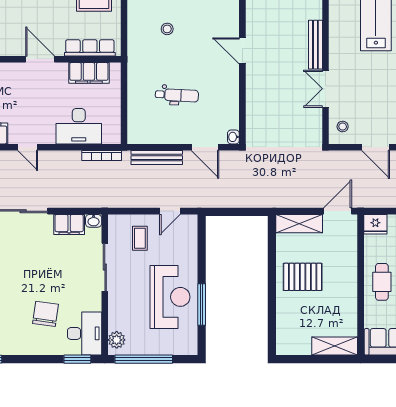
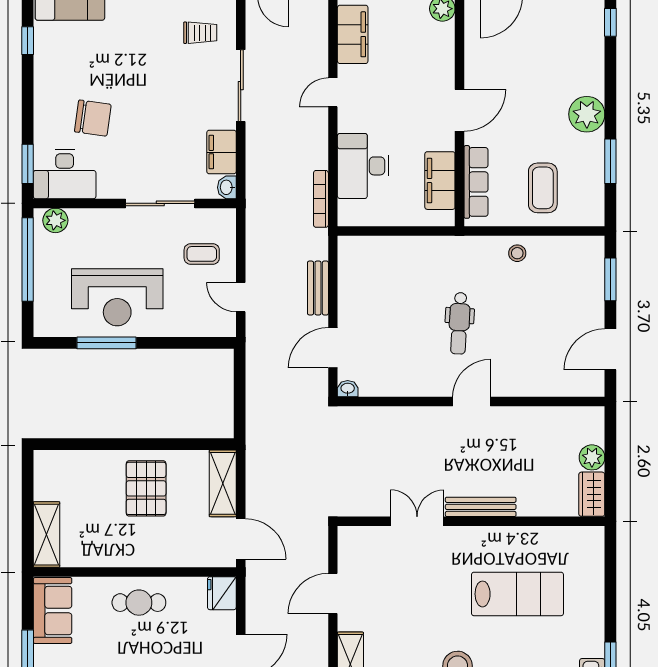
stool: (167, 29) -> (517, 253), moved
dental chair: (177, 95) -> (459, 323), moved
stool: (343, 127) -> (363, 546), removed
bench: (157, 158) -> (318, 288), width x0.73

